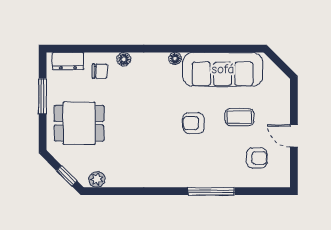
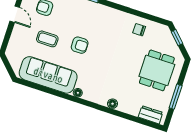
chair: (99, 71) -> (139, 30), moved
dining table: (79, 123) -> (157, 70), turned 90
plant: (97, 179) -> (157, 28), removed

